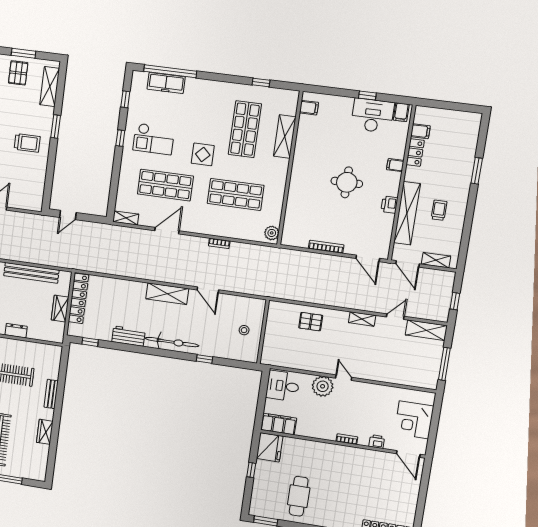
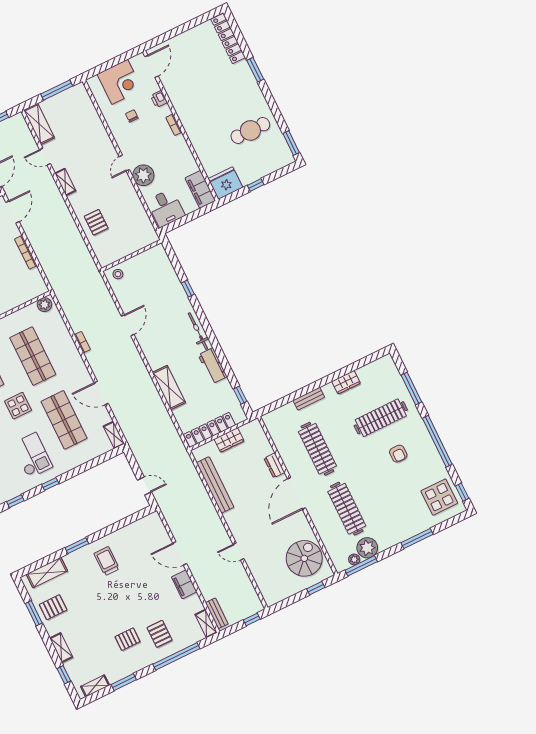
shelving: (167, 294) -> (169, 388), moved
stool: (244, 330) -> (118, 274), moved
bicycle: (172, 342) -> (198, 331), width x0.73, depth x0.71
chair: (378, 410) -> (132, 116), added

